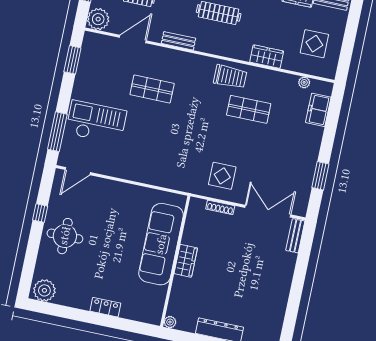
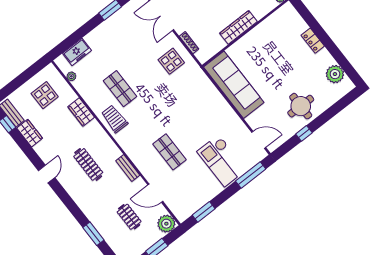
sofa: (161, 244) -> (234, 85), moved, turned -90
wardrobe: (186, 261) -> (238, 27), width x1.50
plant: (44, 290) -> (335, 74), moved

